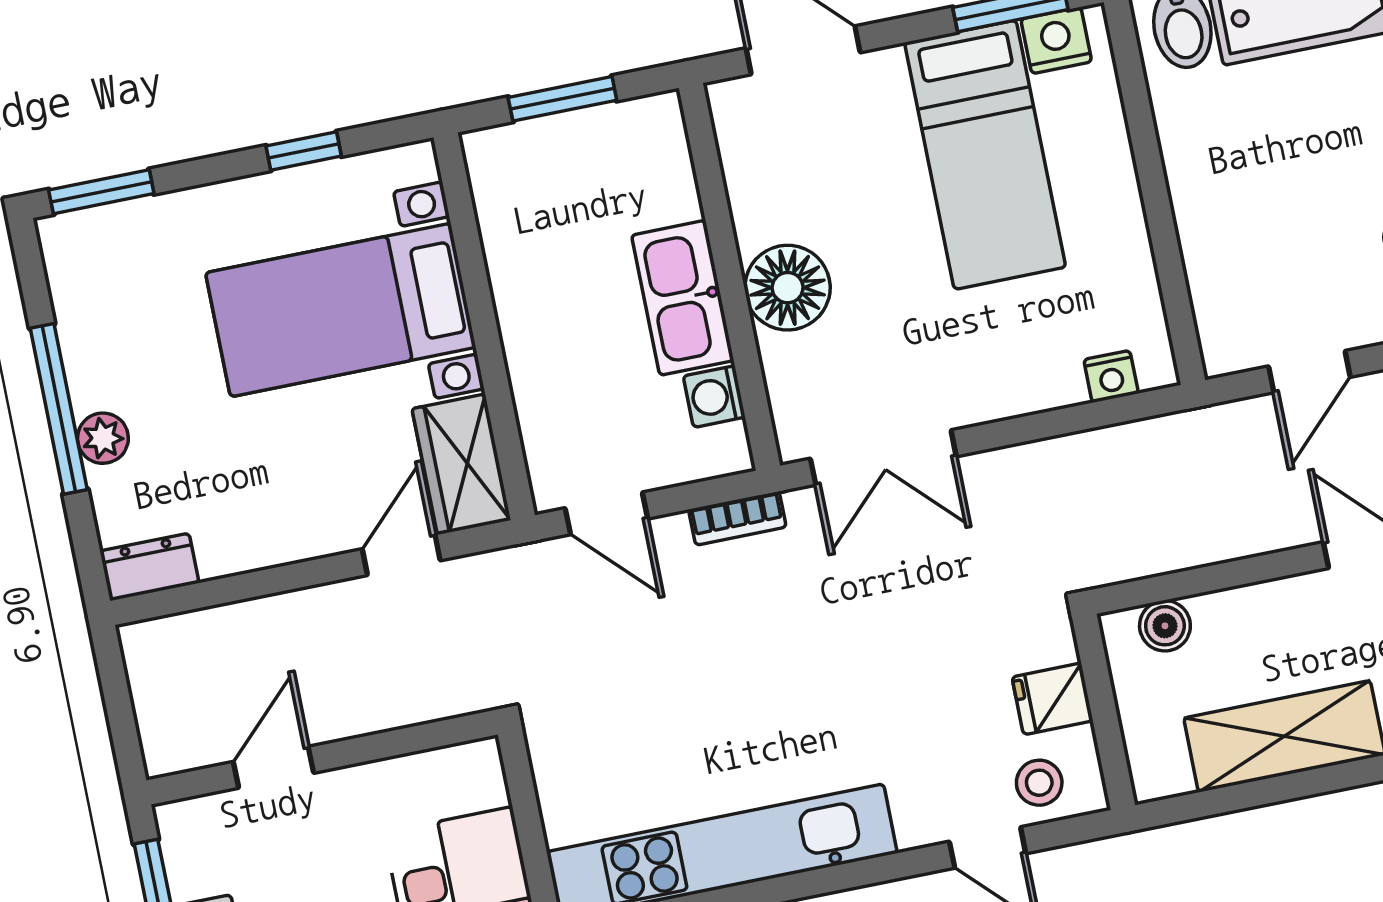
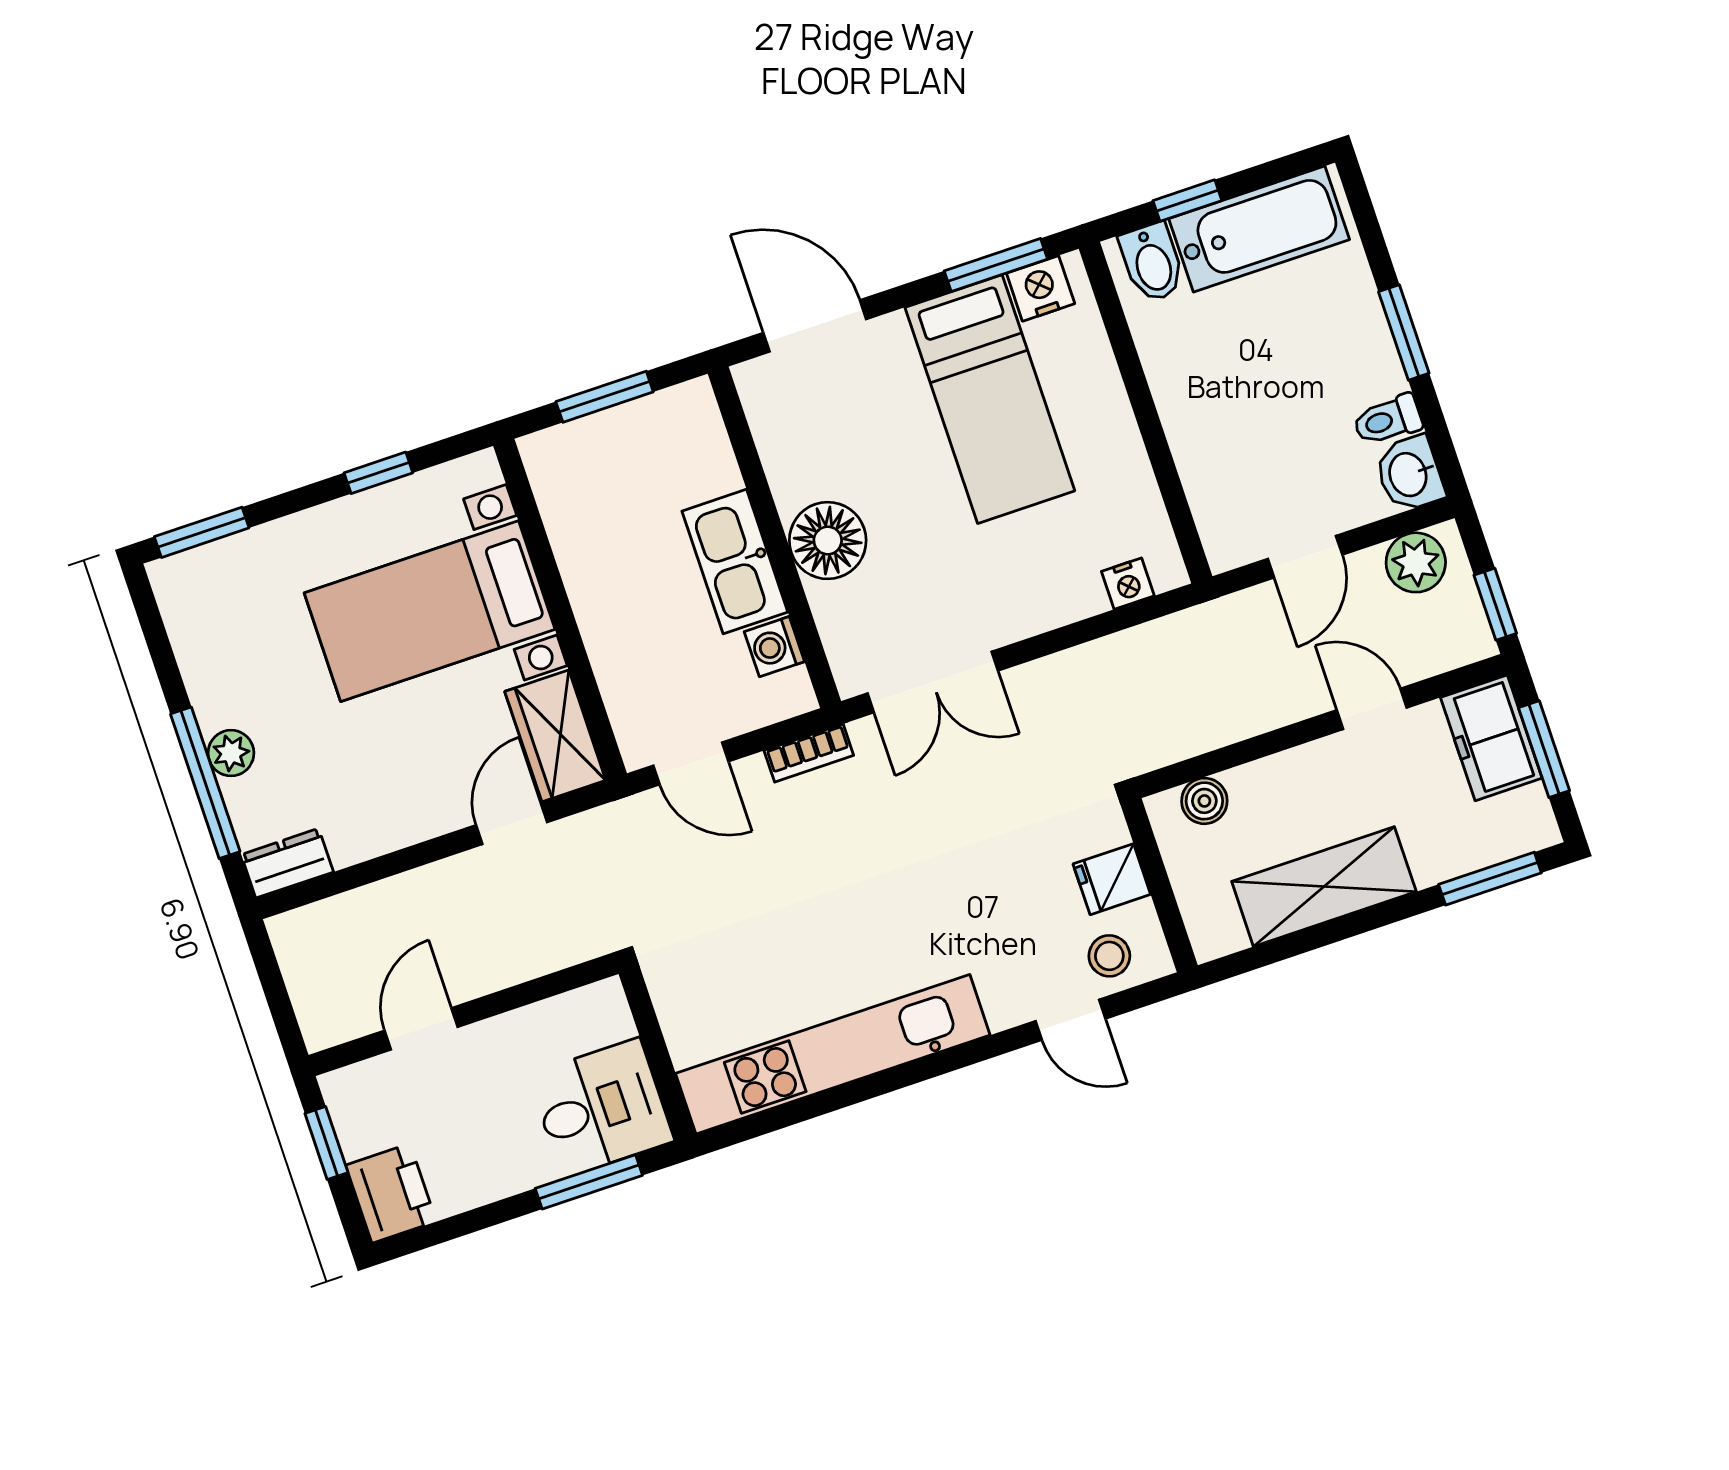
window: (59, 409) -> (205, 783), moved

